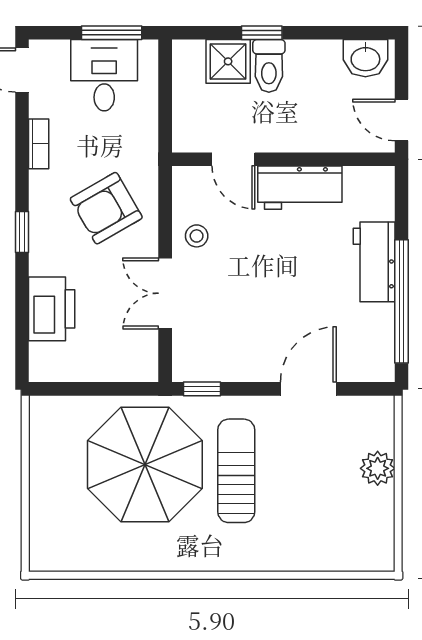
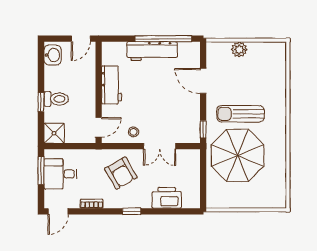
shower: (228, 61) -> (54, 133), moved
door: (233, 159) -> (99, 127), moved
workbench: (374, 262) -> (152, 51), width x1.38

